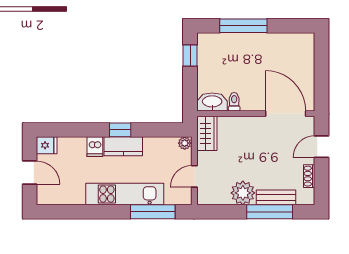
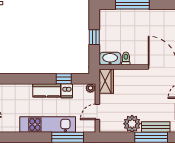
window: (190, 55) -> (94, 37), moved
window: (120, 130) -> (64, 79), moved
dishwasher: (95, 147) -> (67, 91), moved

